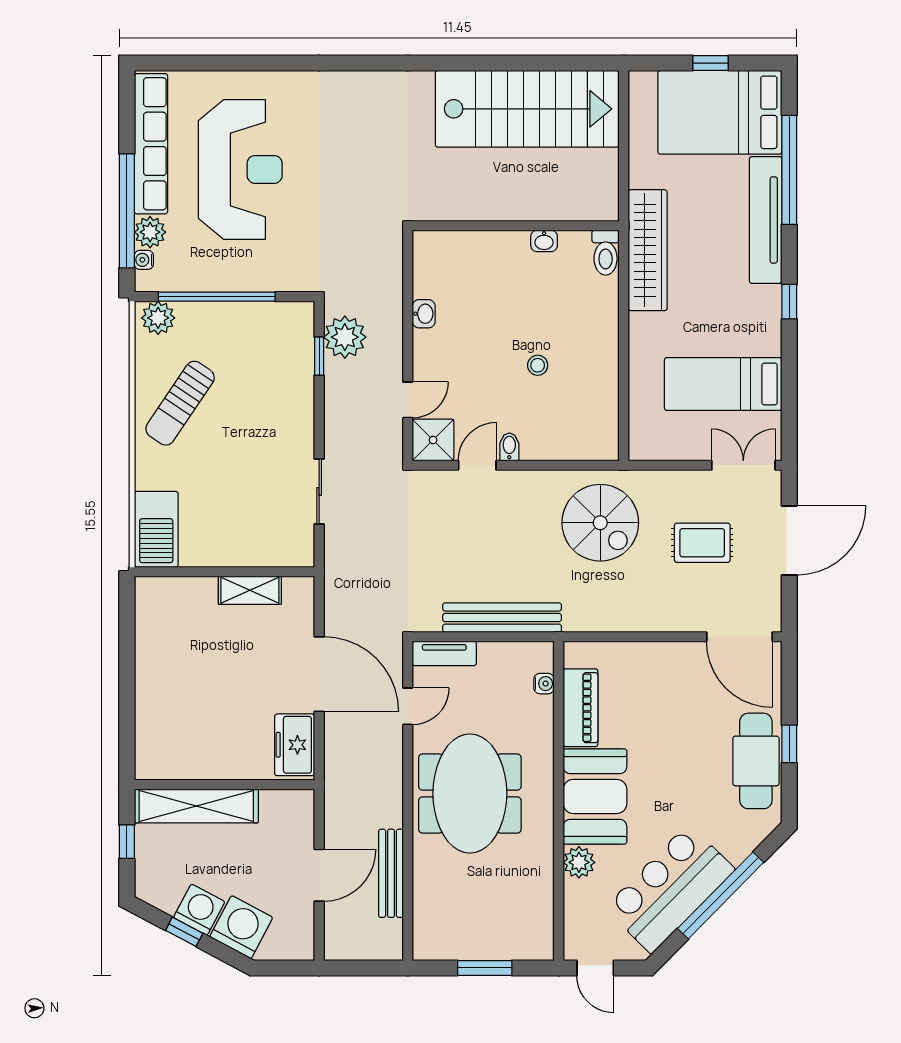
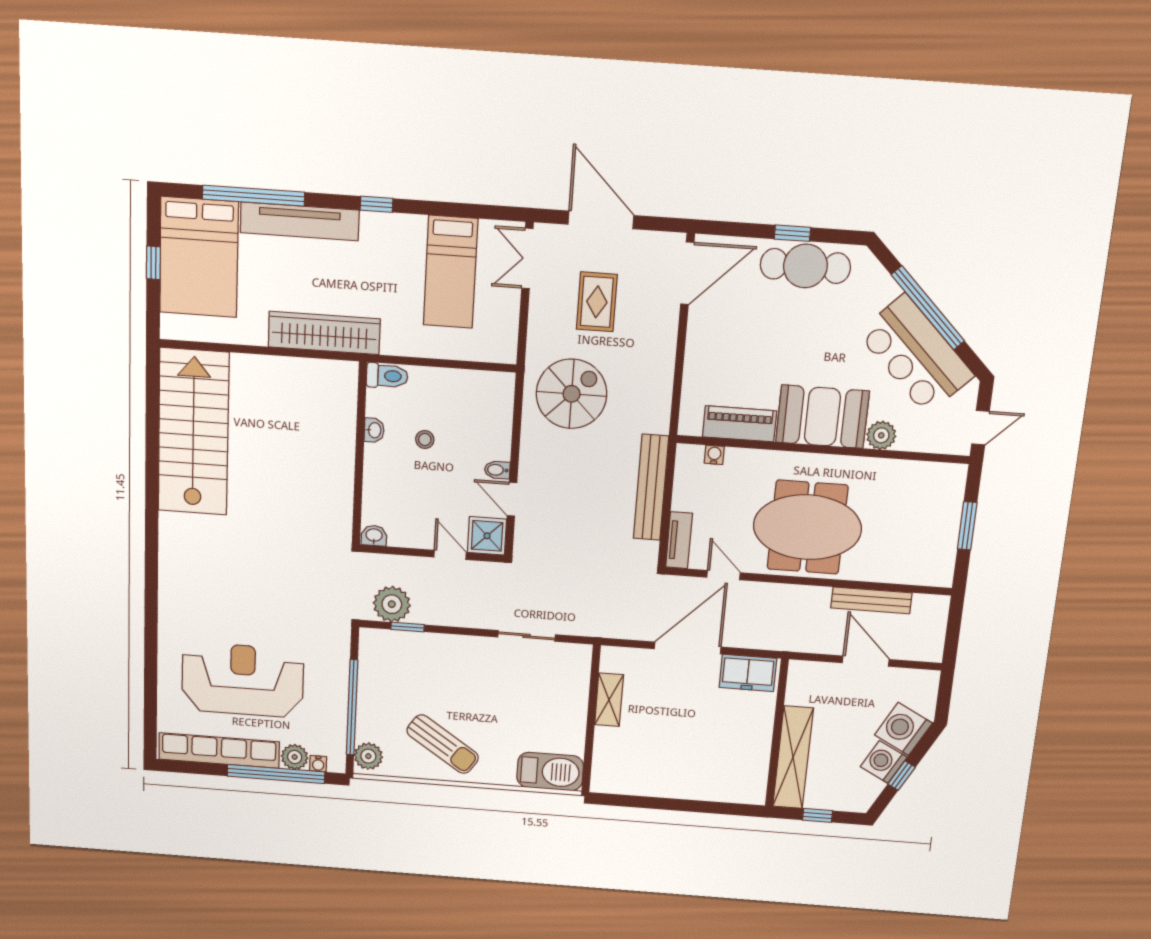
wall: (516, 226) -> (359, 454), moved
washbasin: (544, 241) -> (374, 430), moved
toilet: (606, 253) -> (387, 376), moved

